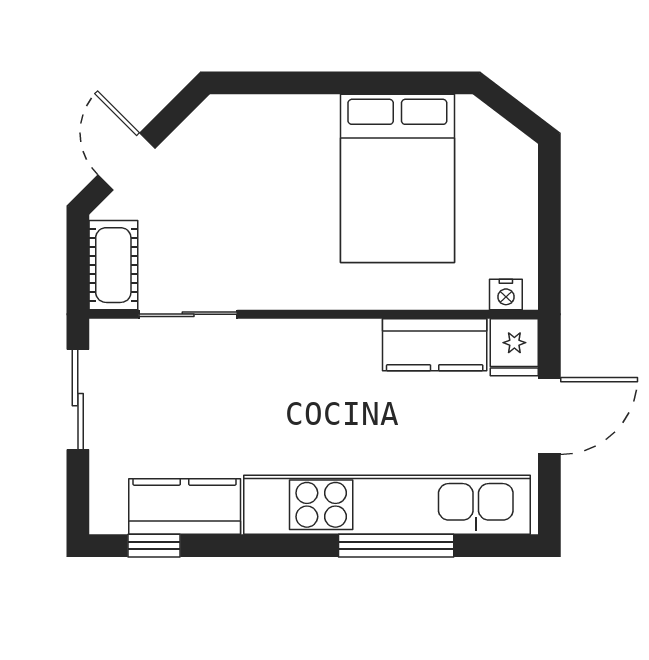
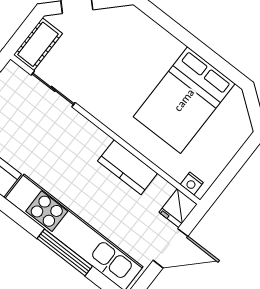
kitchen counter: (435, 345) -> (128, 167), moved

